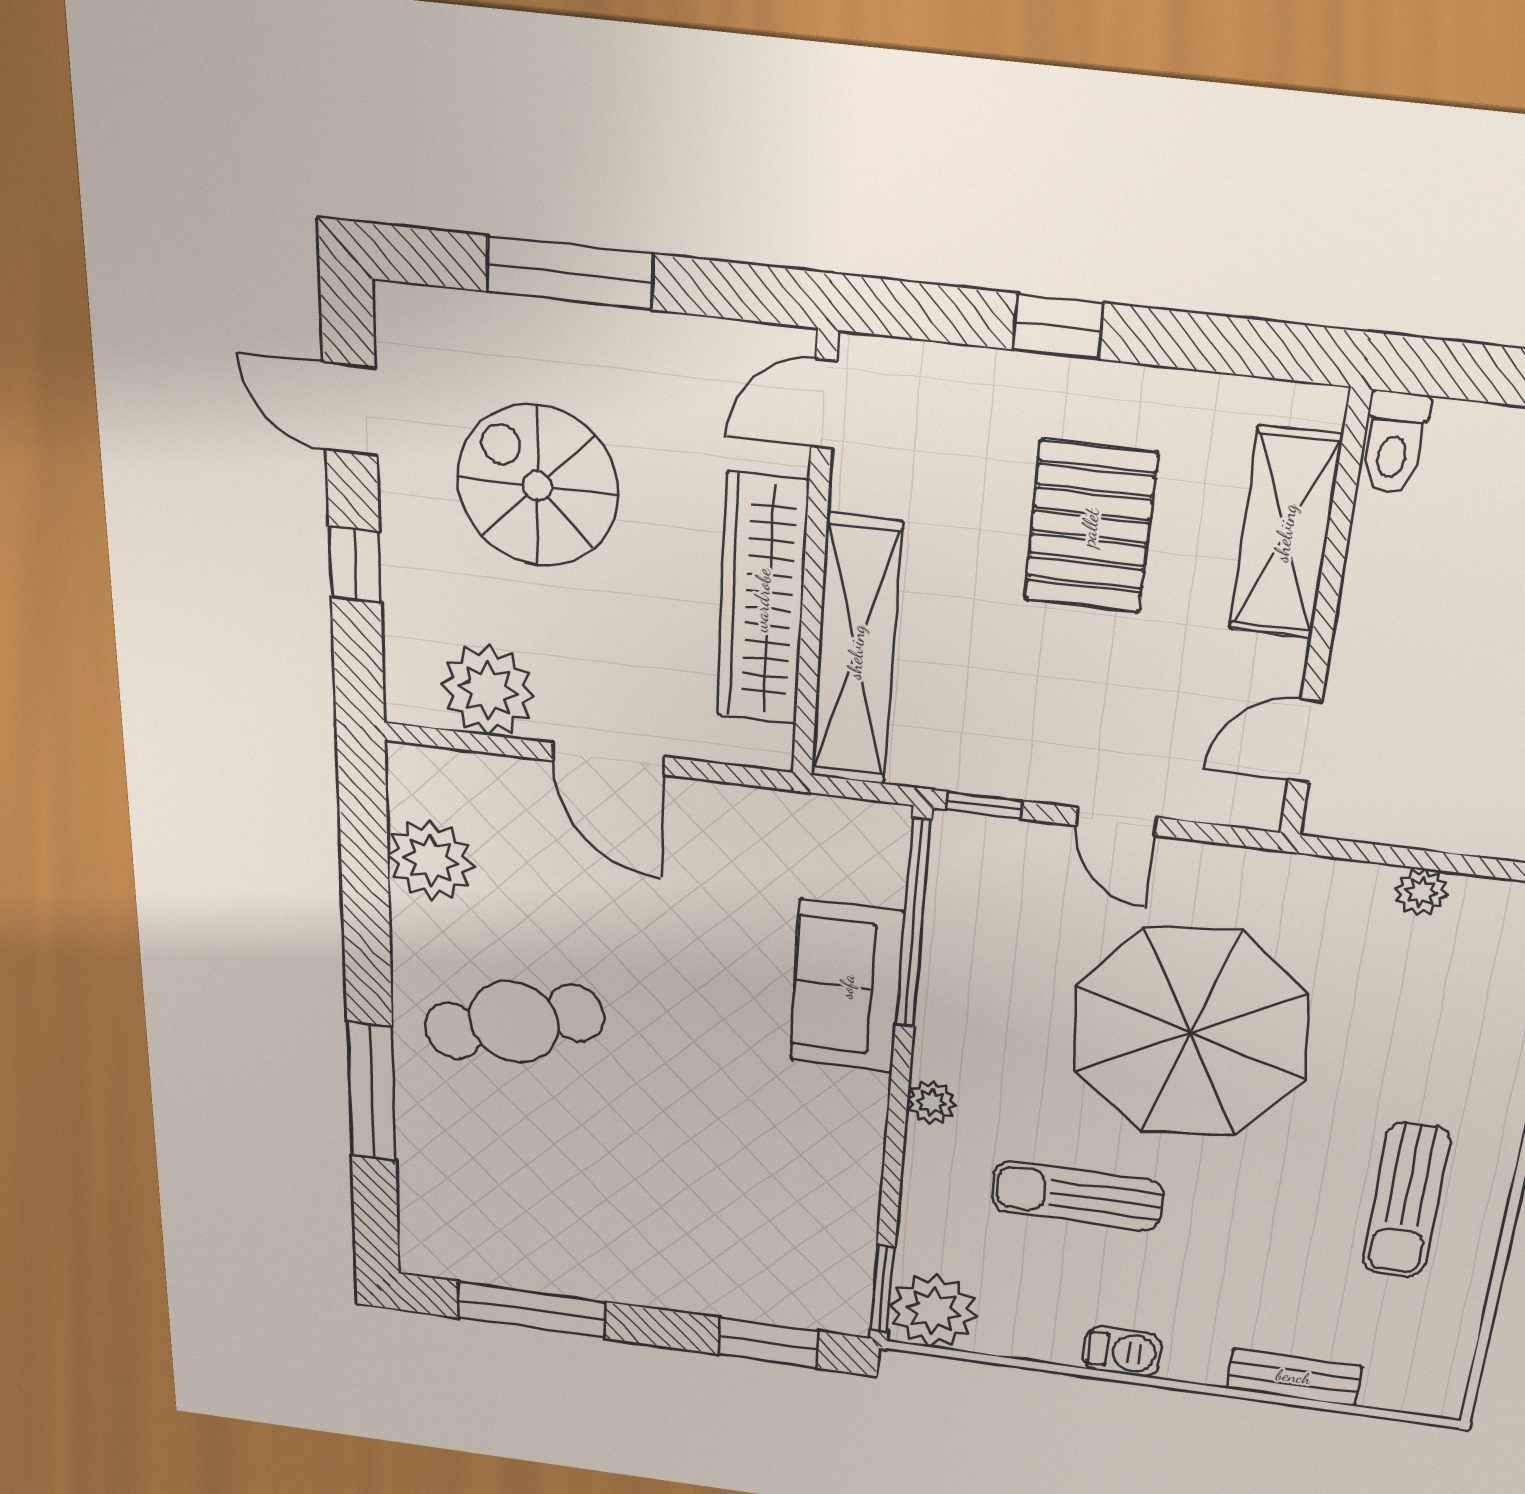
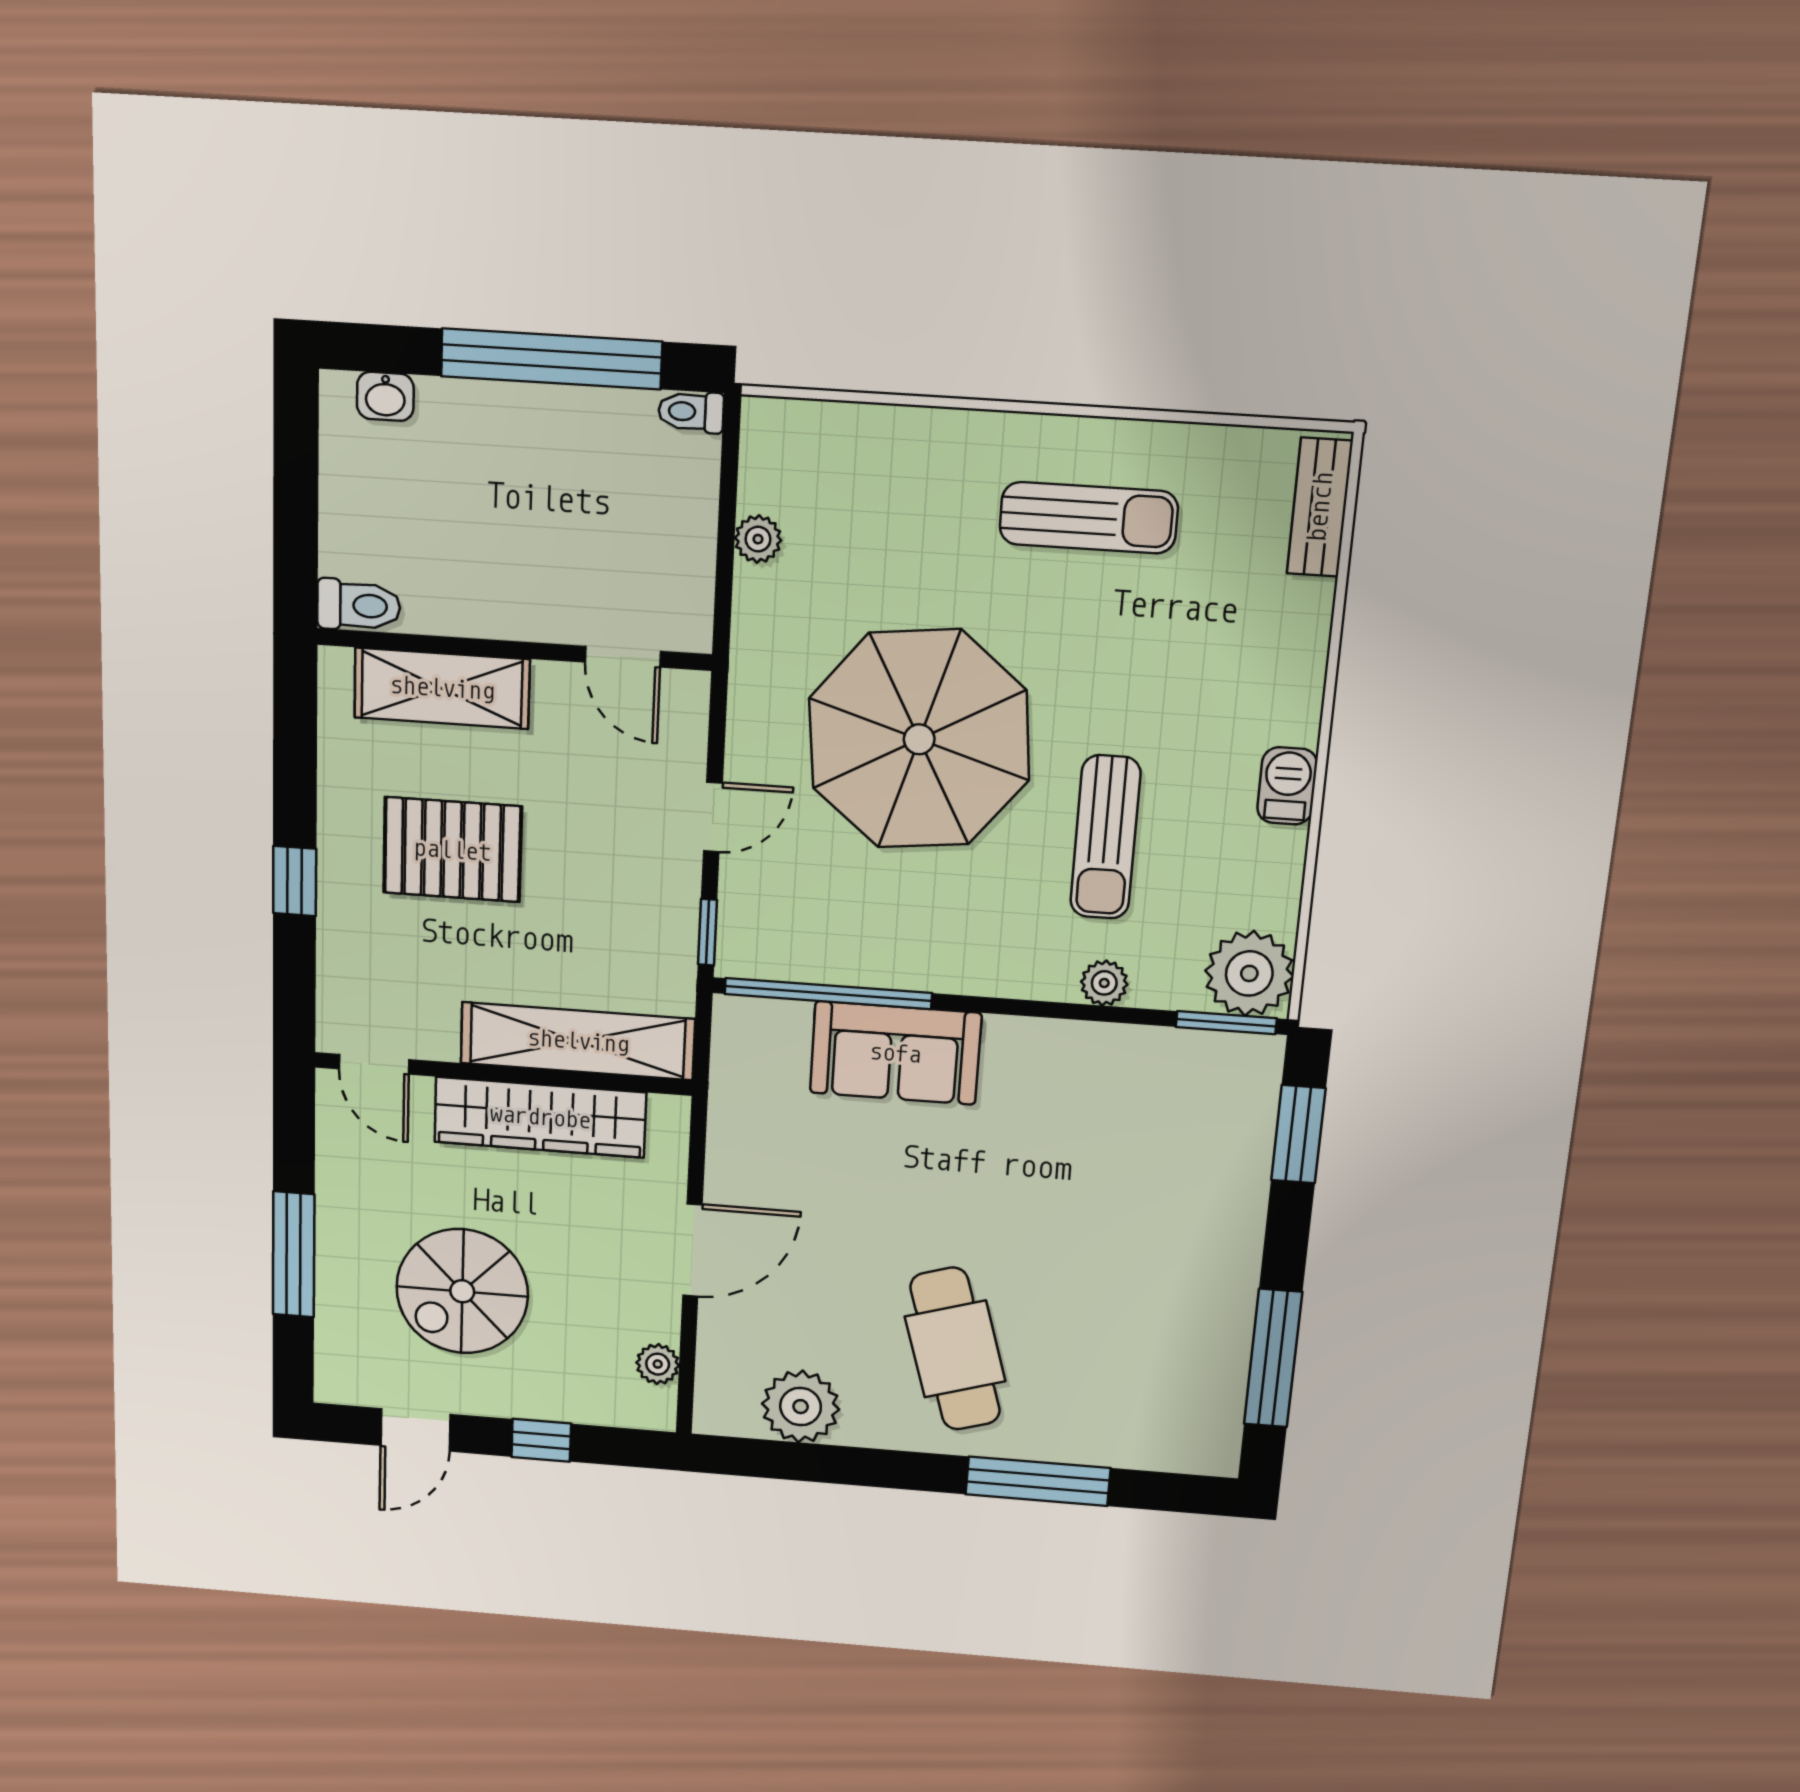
plant: (488, 690) -> (658, 1364), width x0.53, depth x0.53
plant: (932, 1102) -> (1104, 983), moved
bench: (1294, 1377) -> (1320, 507), moved

